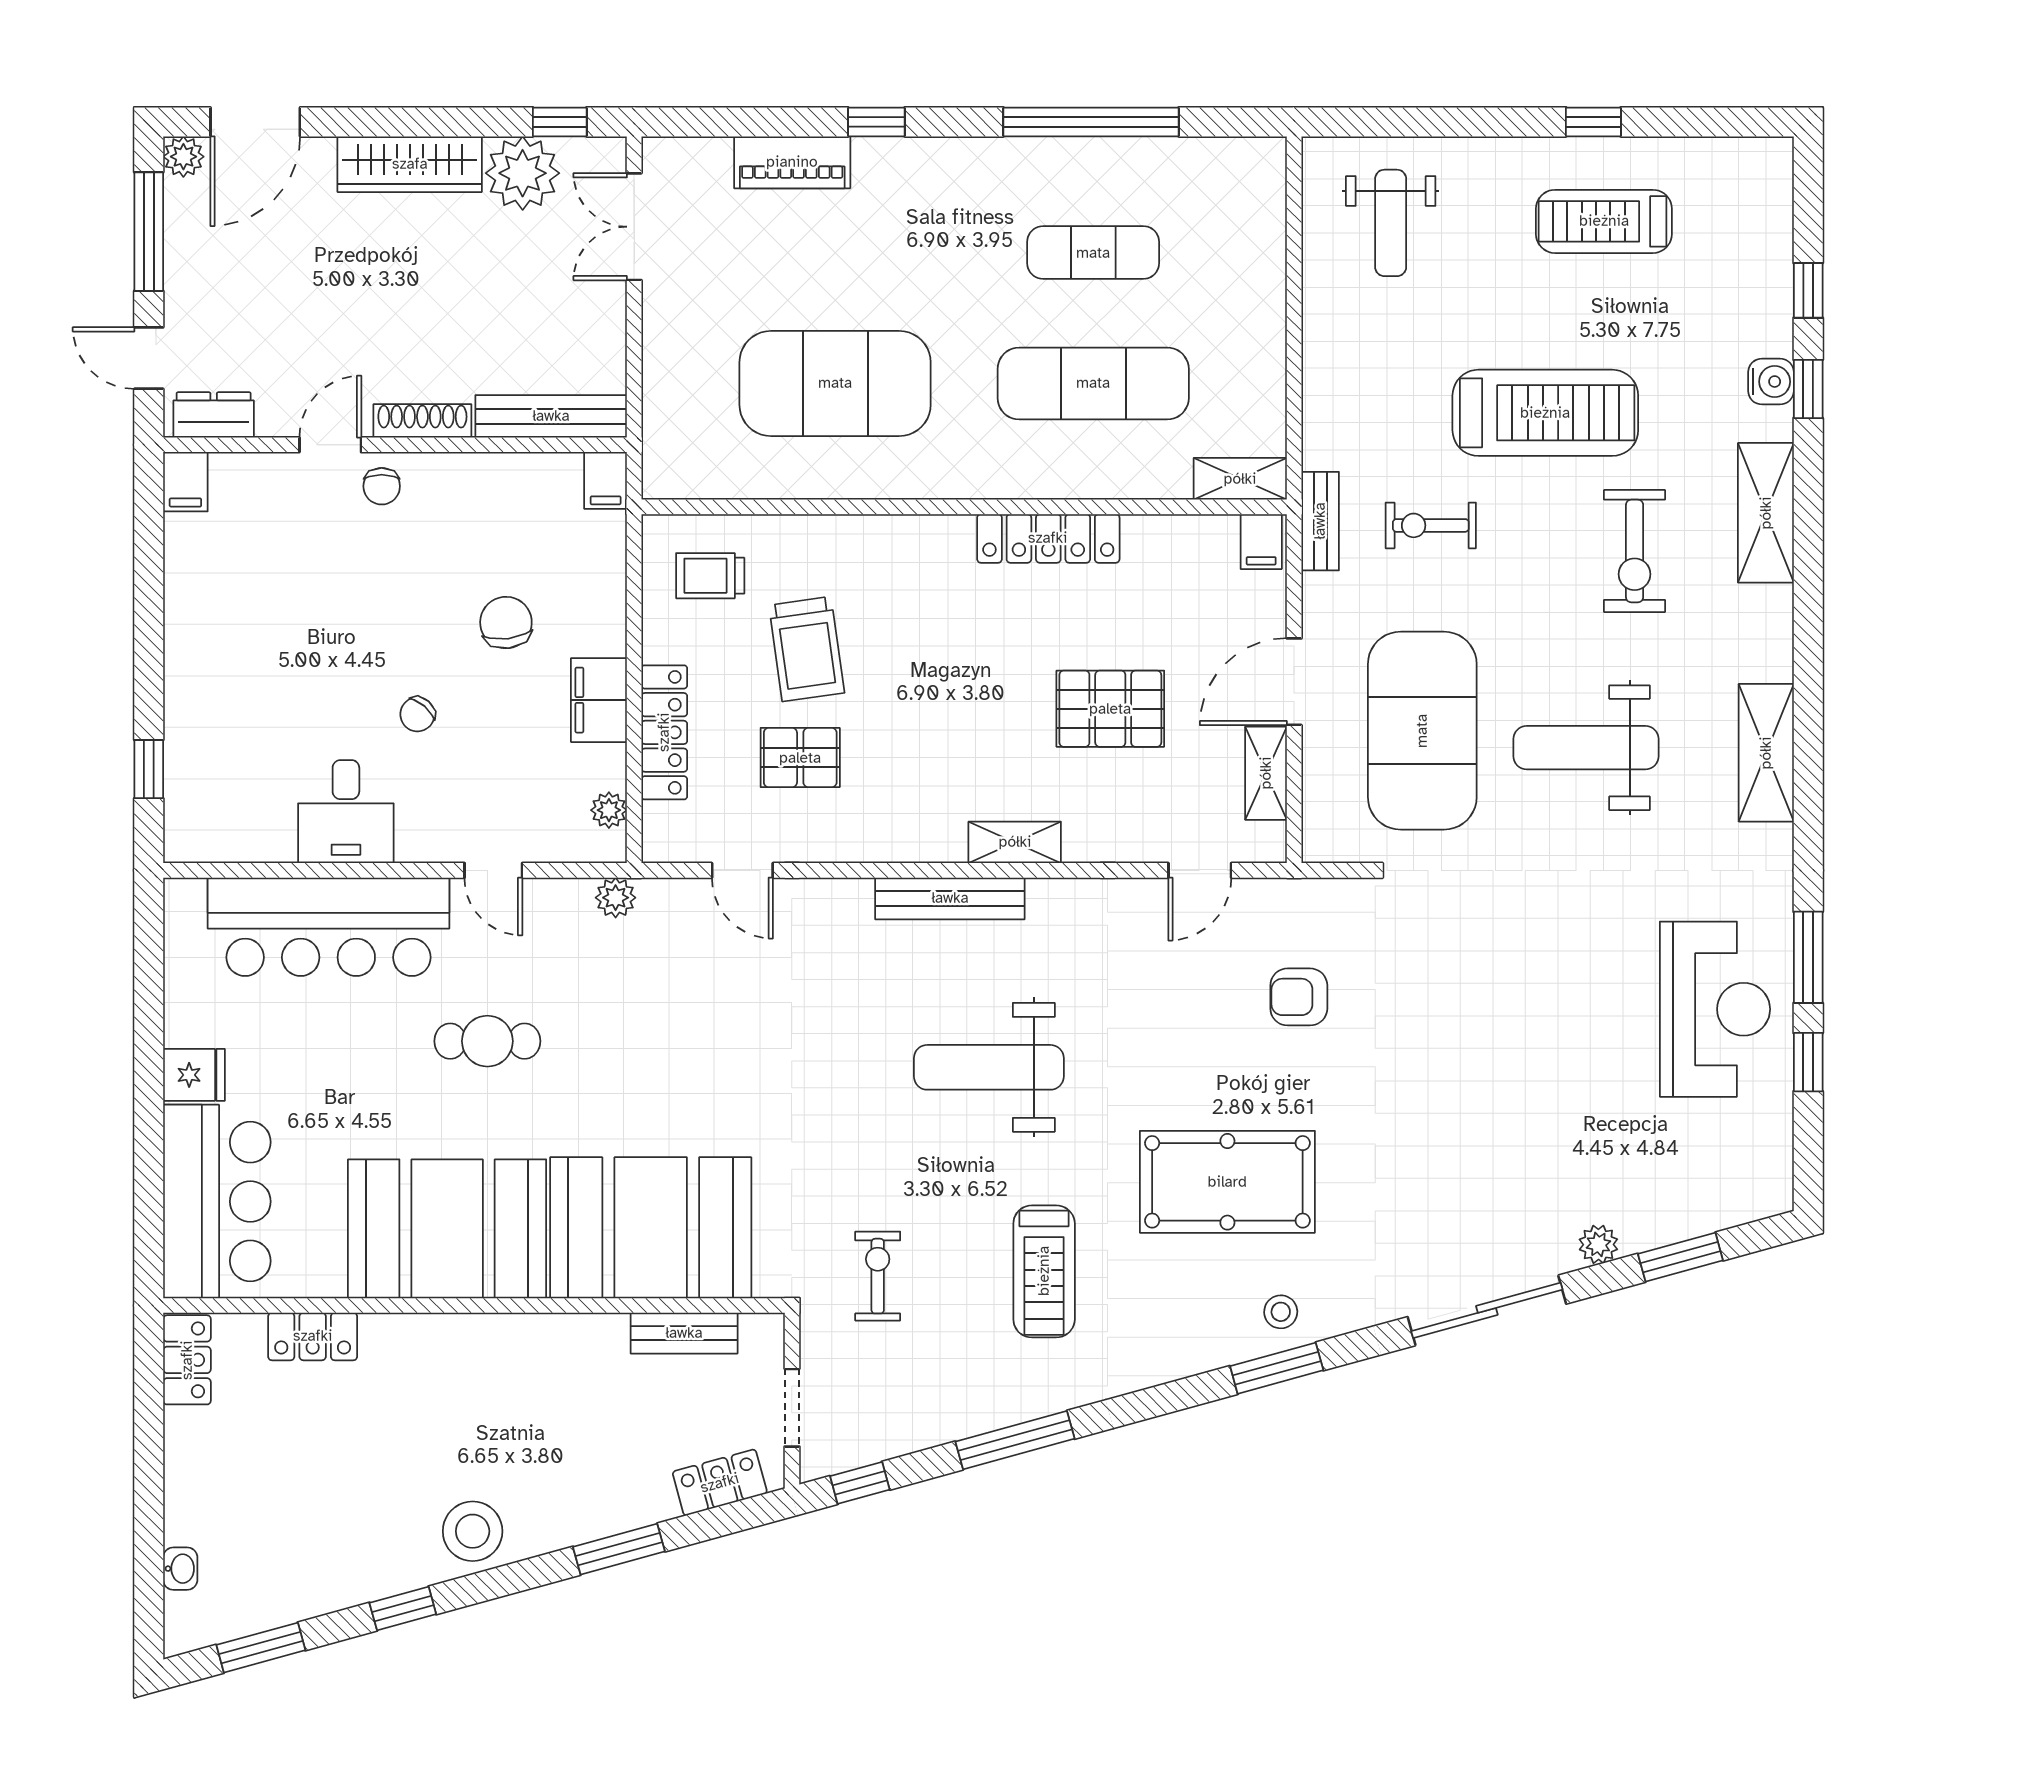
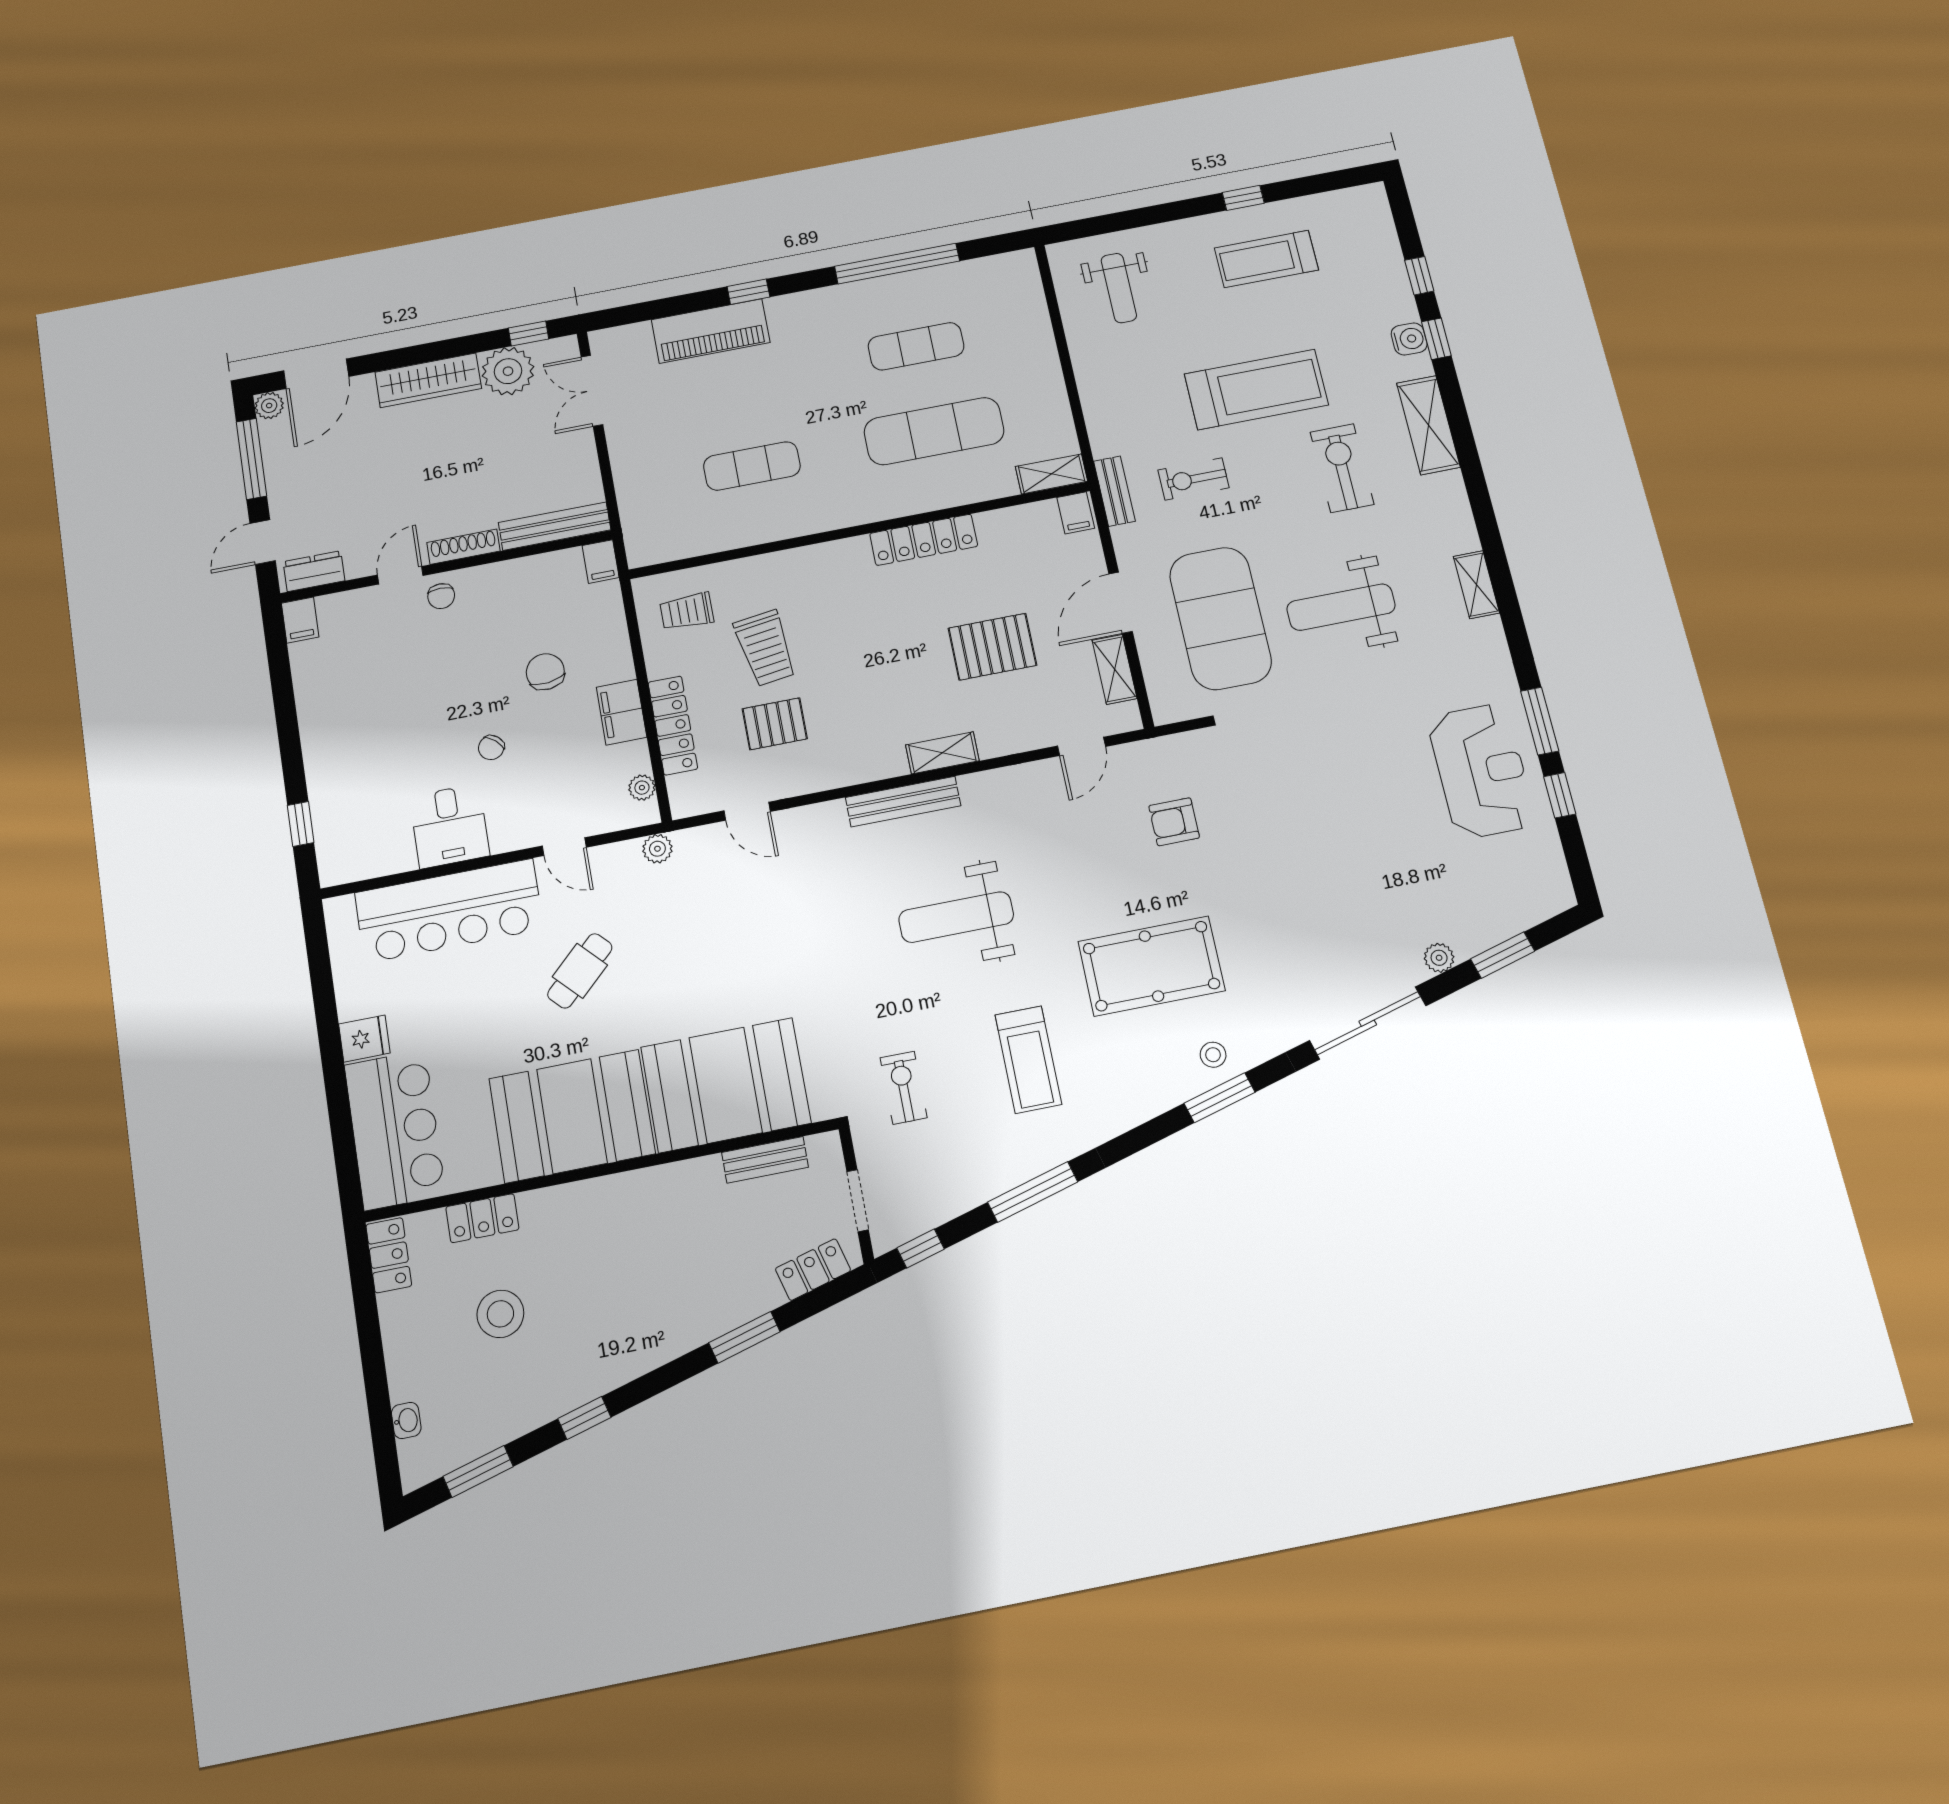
piano: (792, 162) -> (711, 331), width x1.37, depth x1.33
door: (149, 358) -> (263, 542), hinge flipped
exercise mat: (835, 383) -> (752, 466), width x0.50, depth x0.69
exercise bike: (1635, 551) -> (1342, 468), turned 180
shelving: (1766, 753) -> (1476, 585), width x0.67, depth x0.75
cafe table: (487, 1041) -> (580, 971), turned -44
stool: (473, 1531) -> (500, 1314), moved

